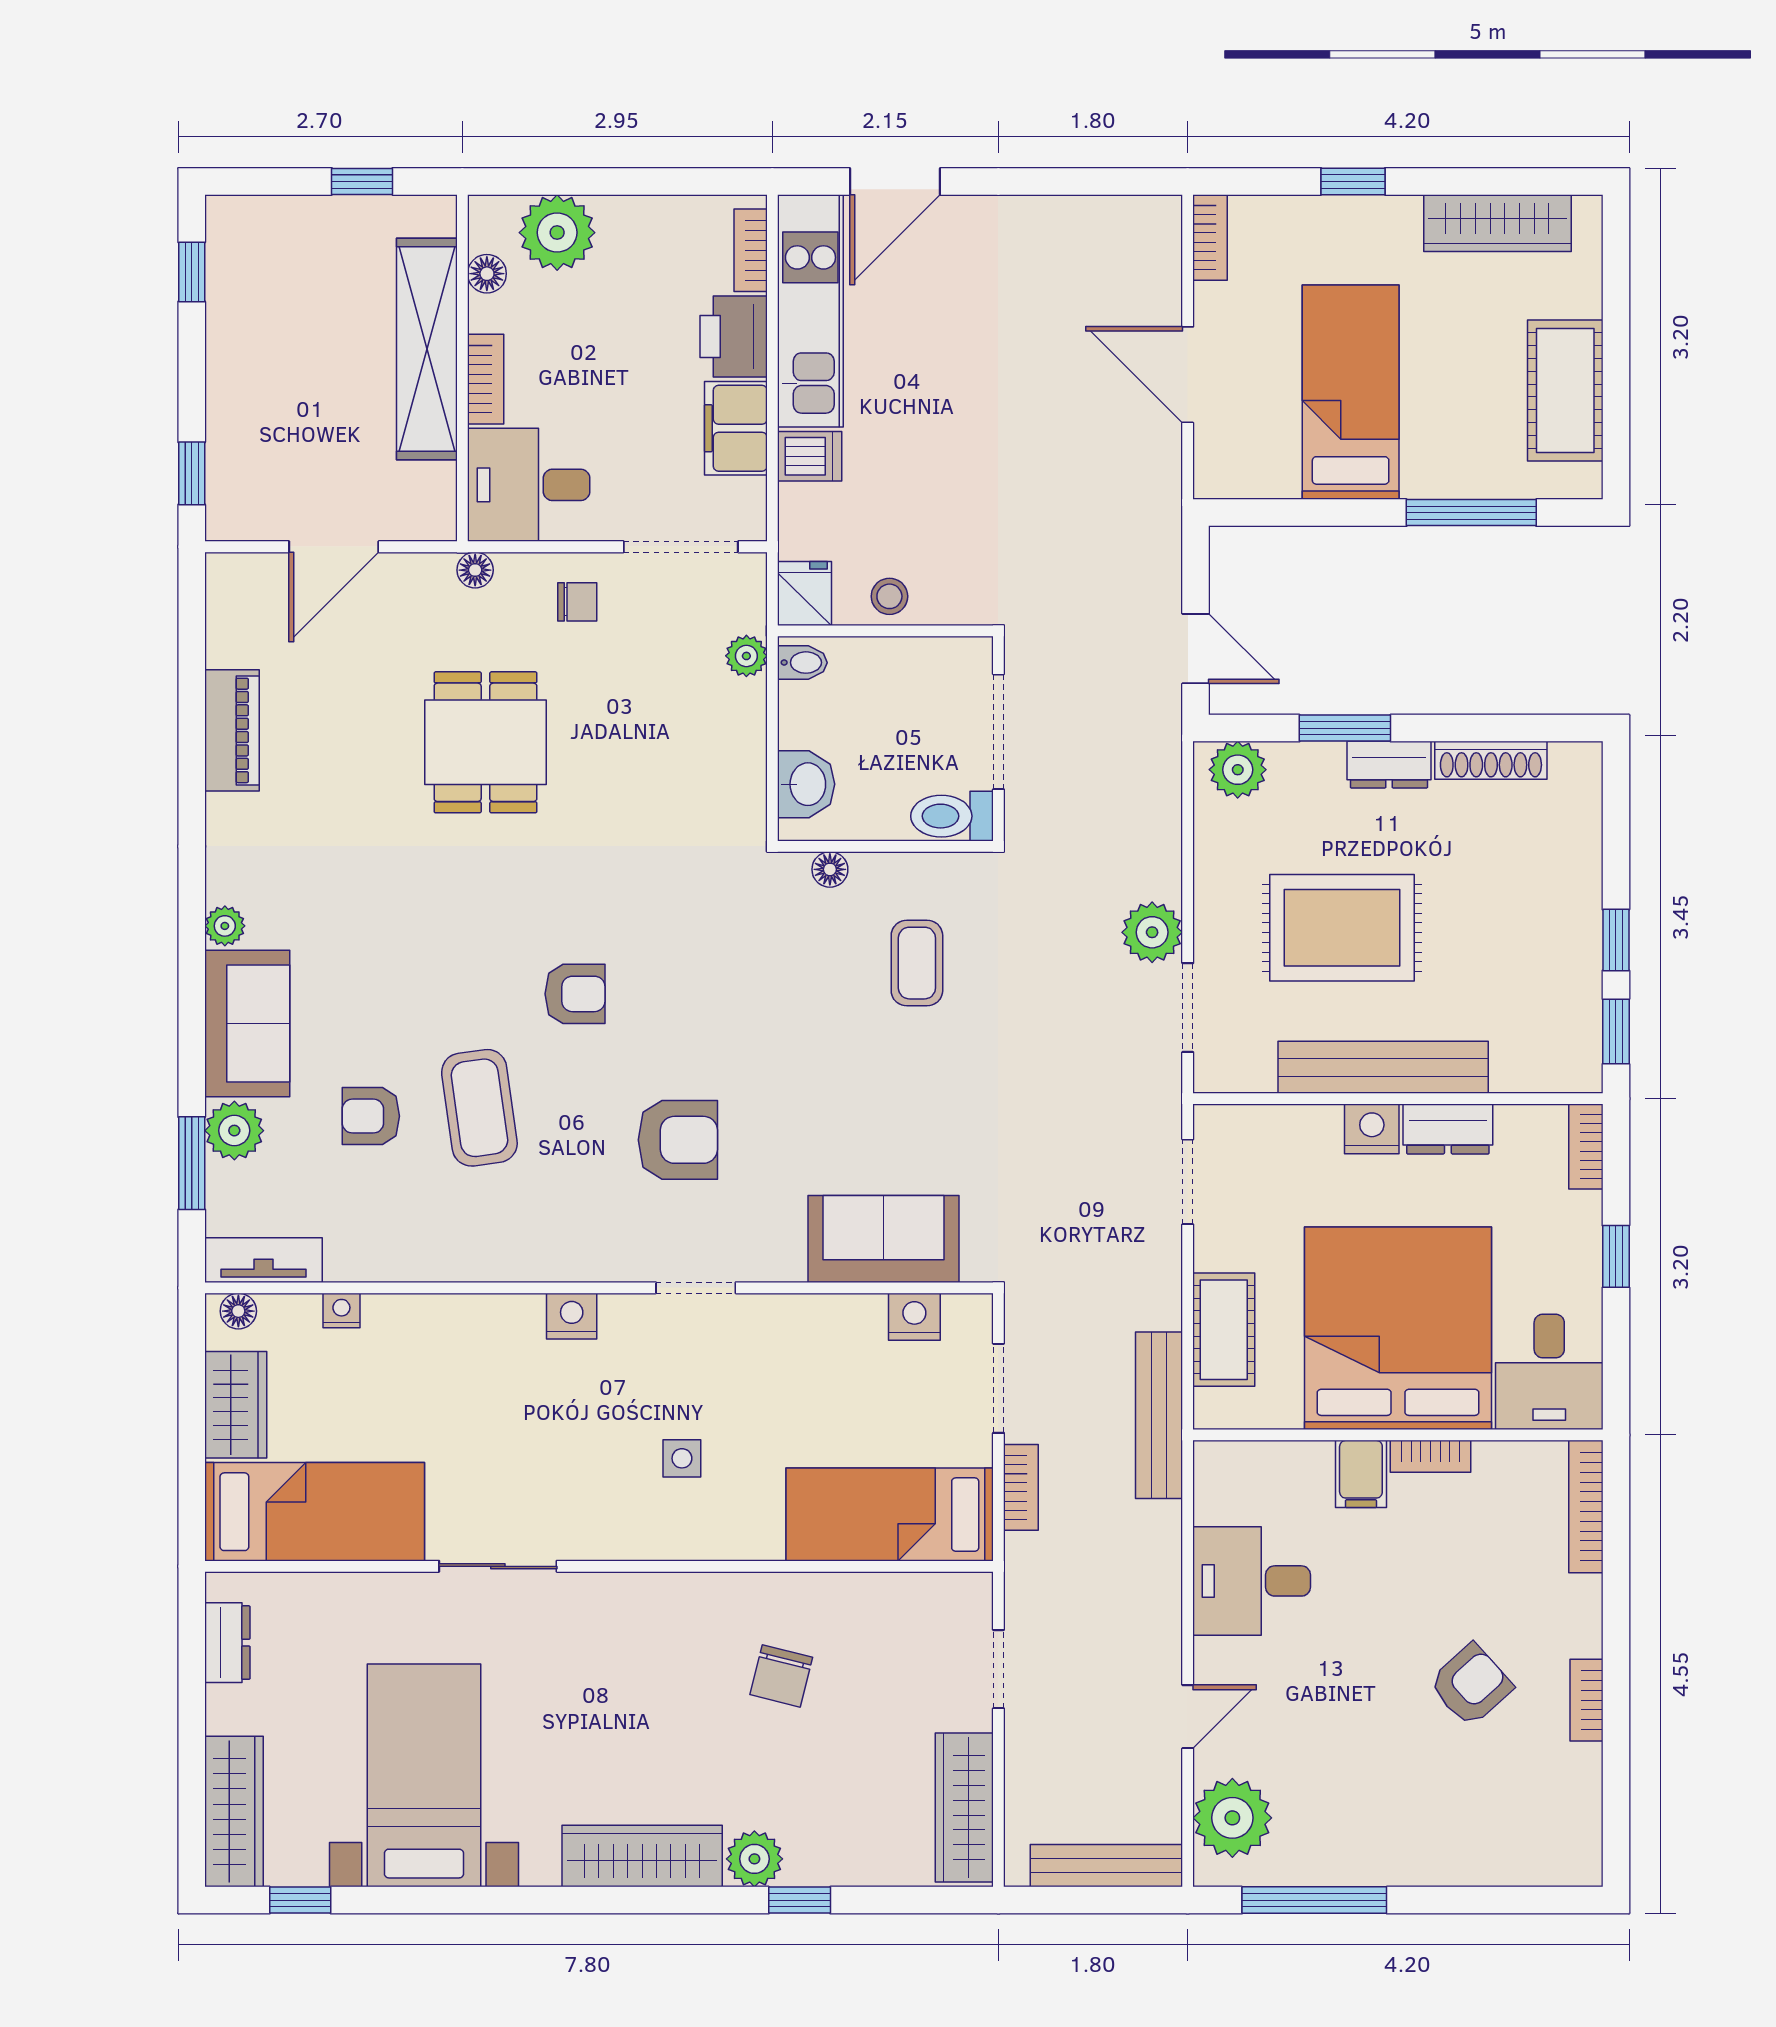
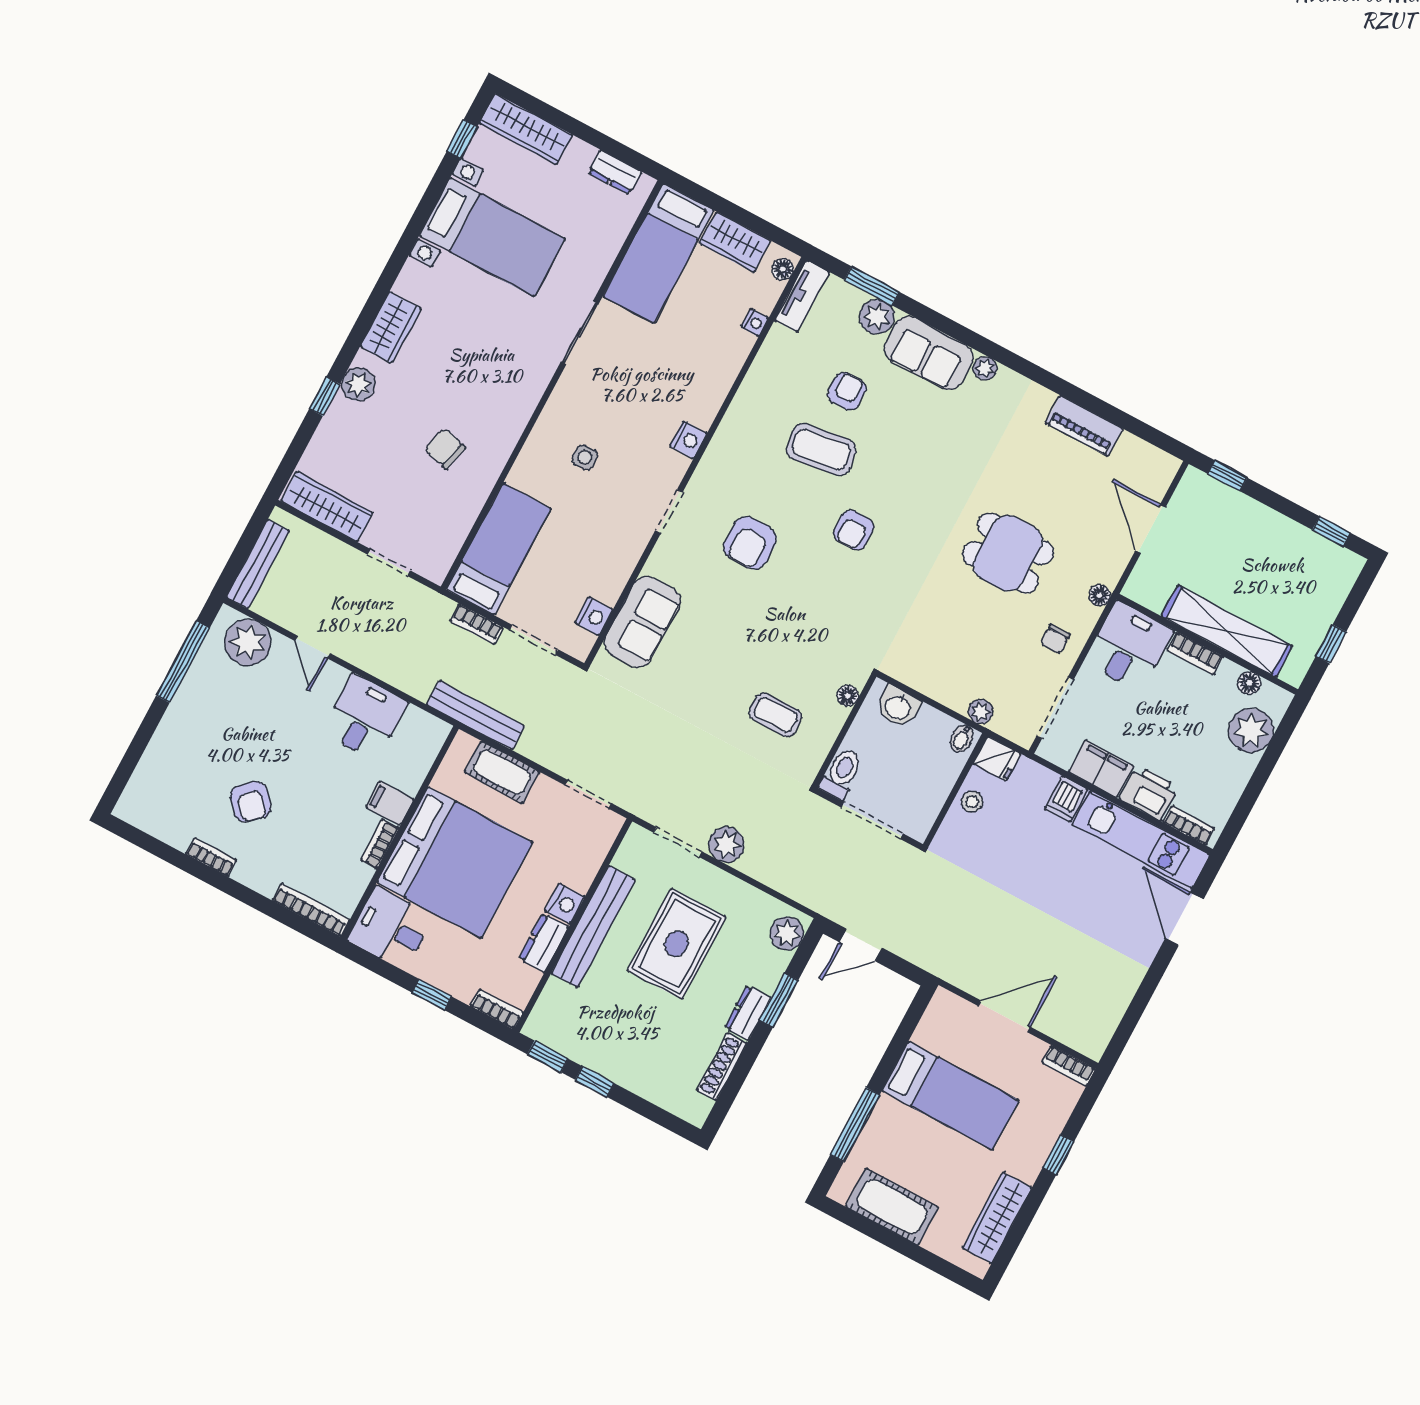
wardrobe: (642, 1856) -> (391, 327), width x0.67

